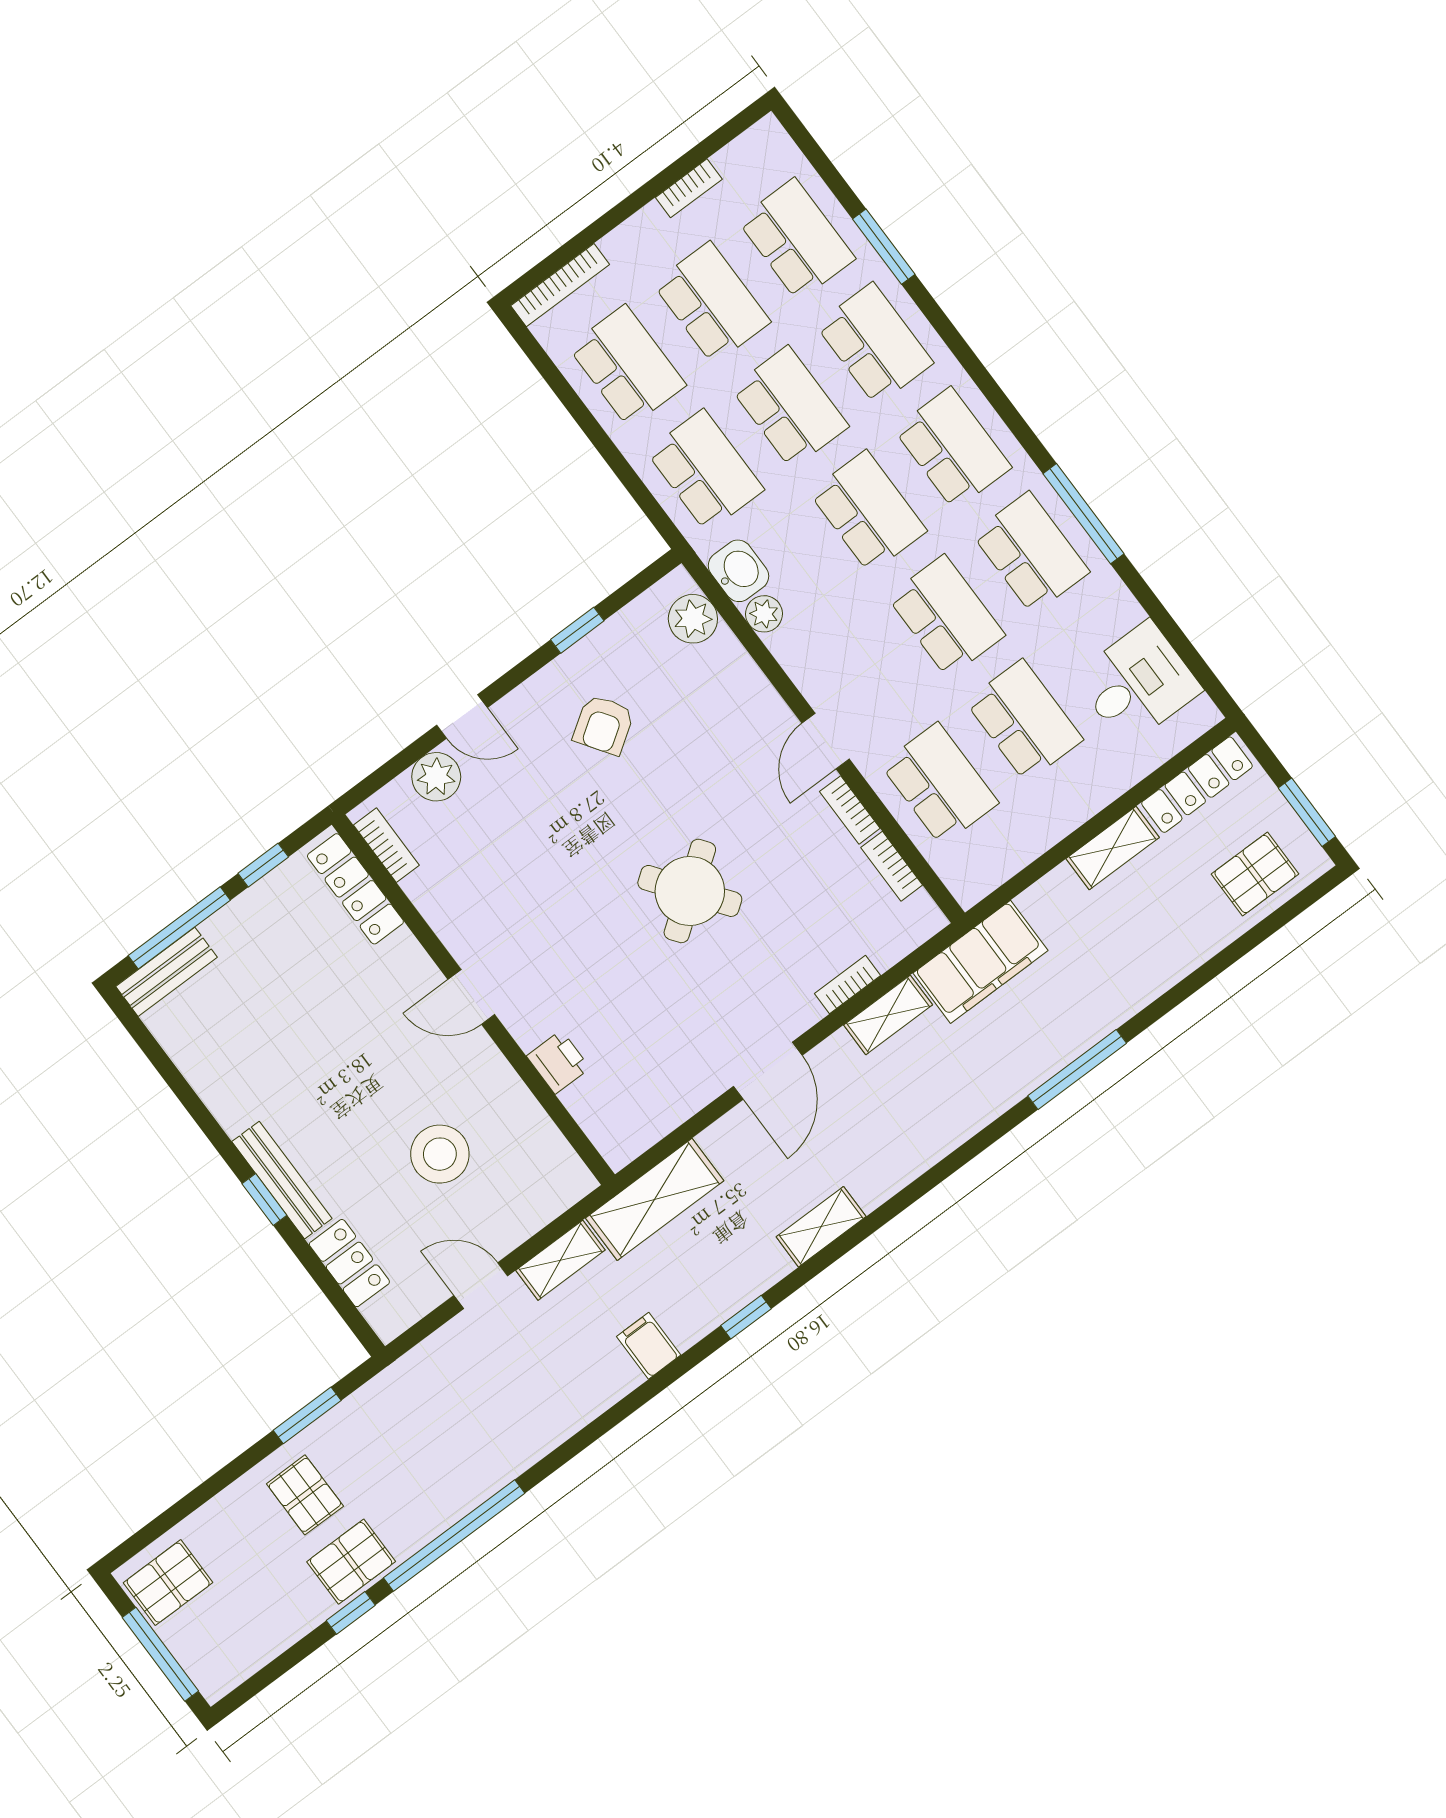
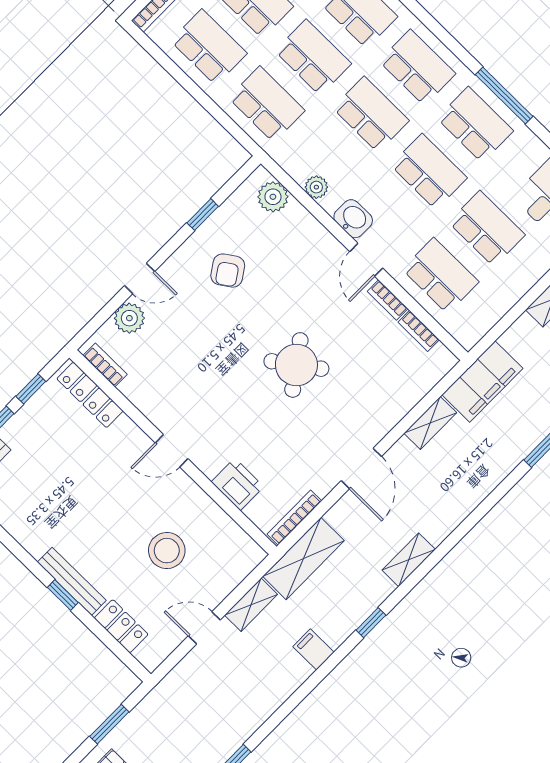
washbasin: (739, 571) -> (353, 219), moved
bookcase: (848, 985) -> (294, 518), moved, width x1.56
printer: (558, 1062) -> (237, 484), width x1.36, depth x1.24

